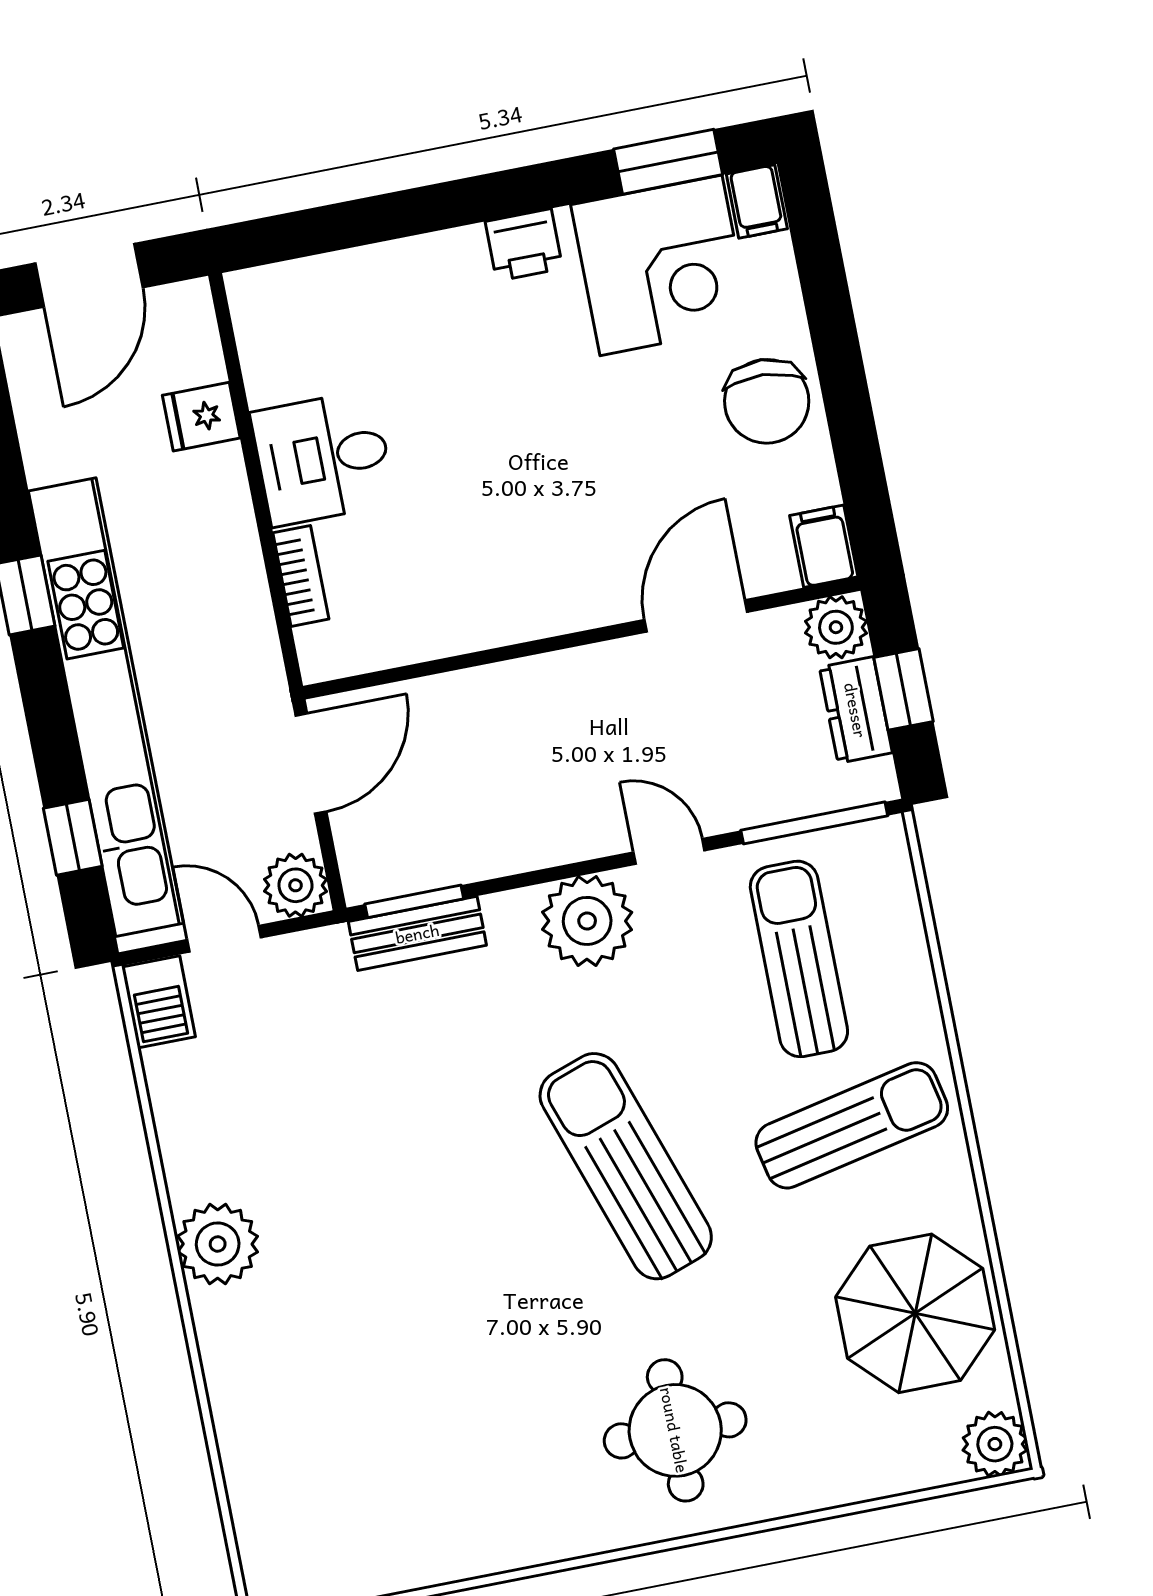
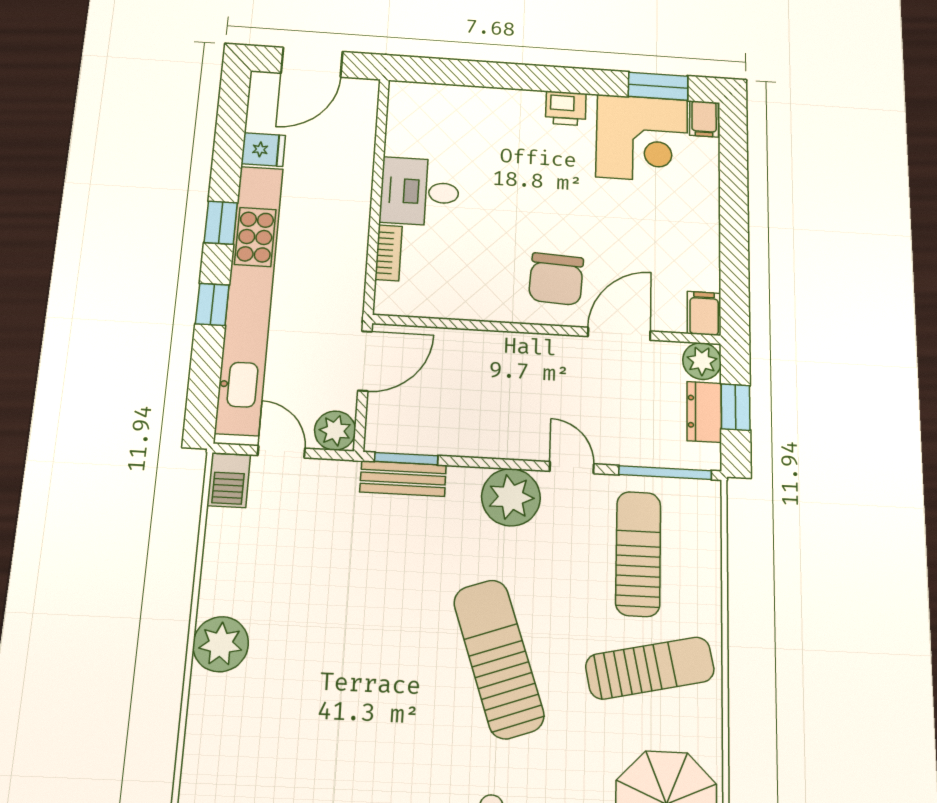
chair: (767, 401) -> (556, 279), moved
fridge: (201, 417) -> (263, 150), moved, turned 180
window: (73, 837) -> (212, 304), moved

